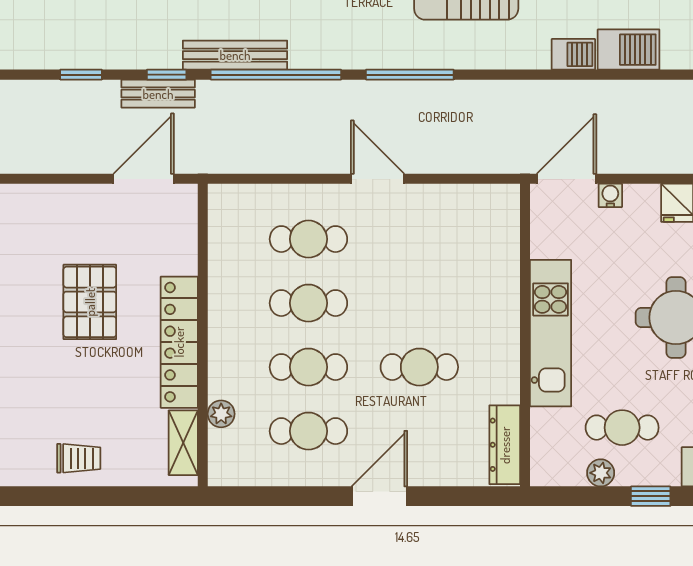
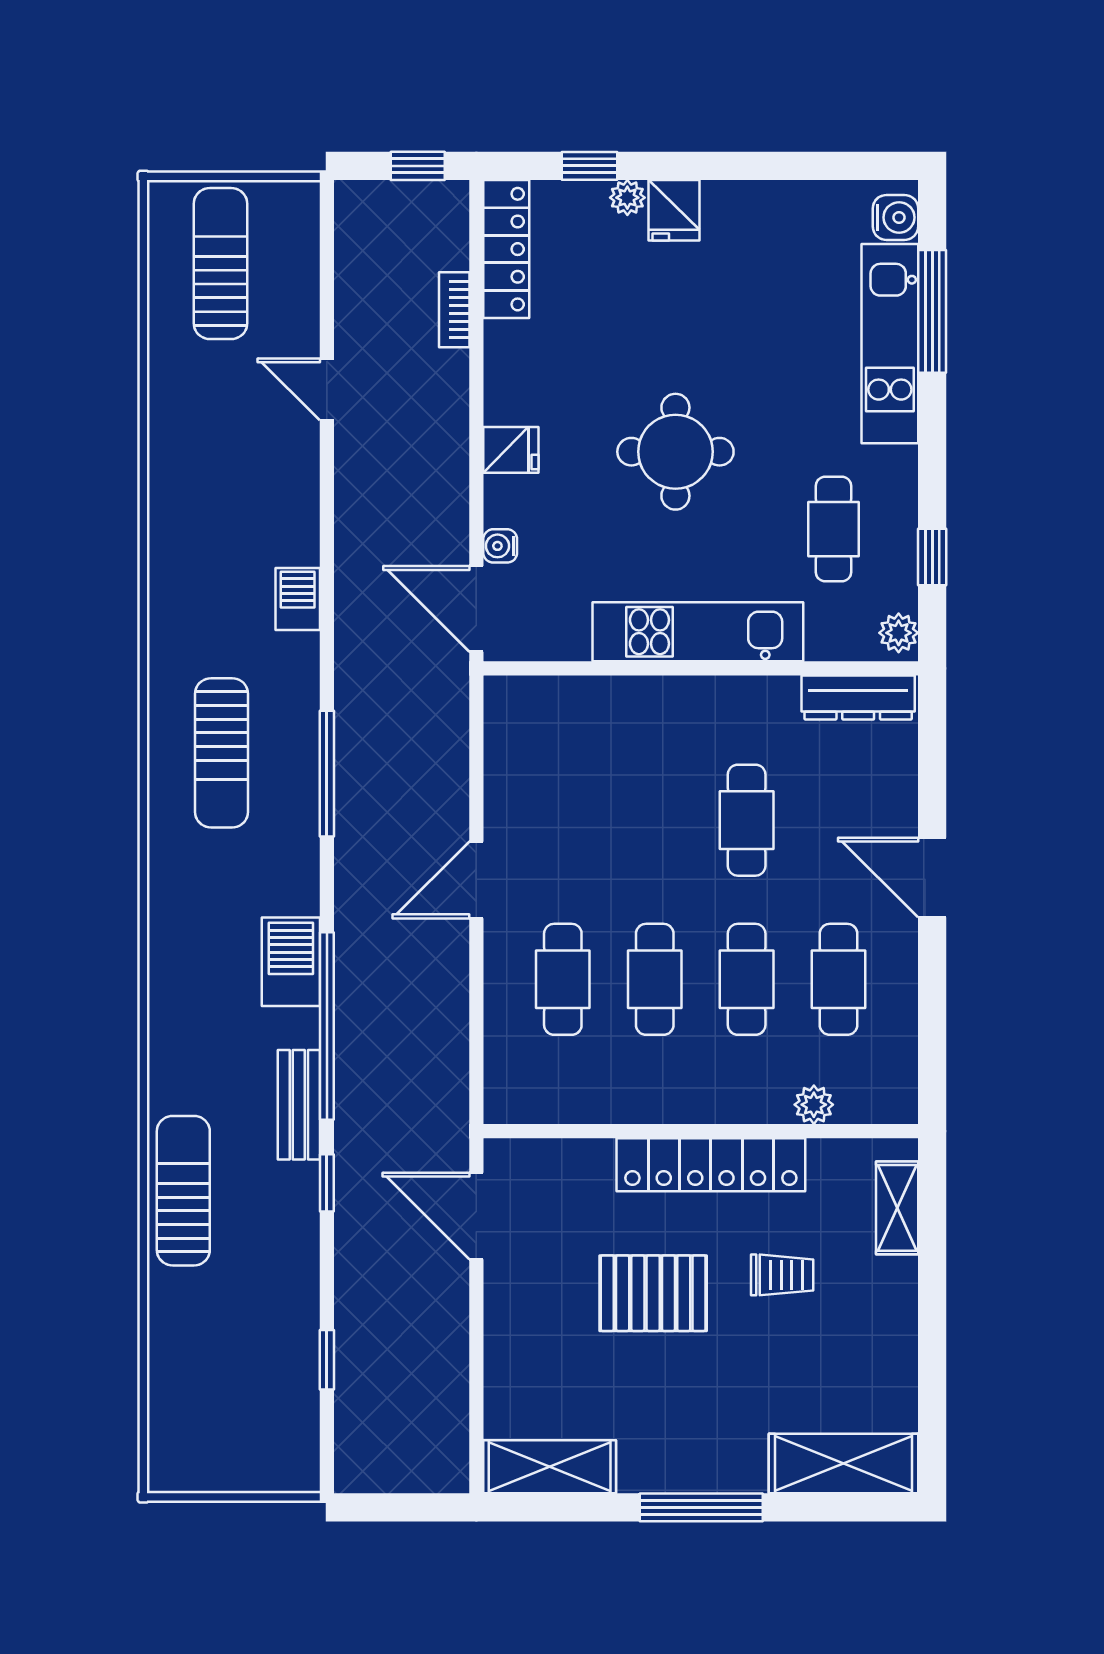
barbecue: (629, 50) -> (291, 962), moved
bench: (235, 55) -> (299, 1105), width x0.73
window: (81, 75) -> (327, 1360), moved
window: (410, 75) -> (327, 774), moved
bench: (158, 94) -> (354, 1195), removed
shelving: (183, 443) -> (897, 1208), moved, turned 90
trolley: (79, 458) -> (782, 1275), moved, turned 90
plant: (601, 473) -> (899, 633), moved
window: (651, 496) -> (932, 557), moved

